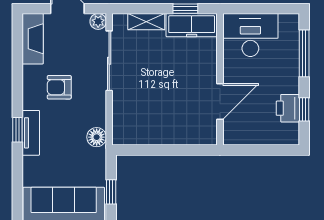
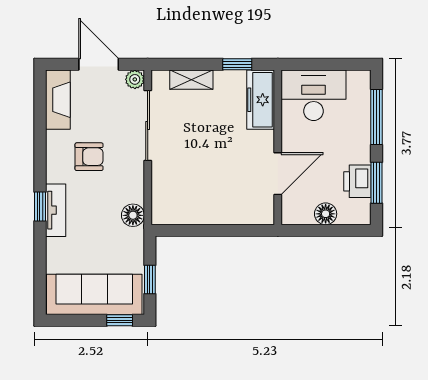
freezer: (192, 25) -> (261, 100), moved, turned 90
armchair: (59, 87) -> (89, 157), turned 180
window: (304, 109) -> (377, 183), width x1.50
floor lamp: (261, 136) -> (326, 214), added

